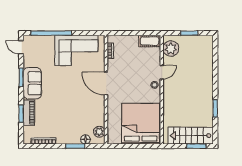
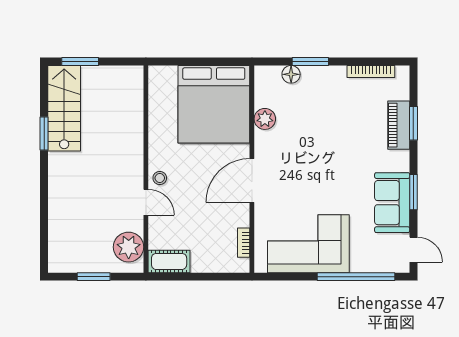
door: (162, 72) -> (146, 202), swing flipped
sofa: (32, 83) -> (392, 203), moved
door: (106, 84) -> (252, 181), swing flipped
bed: (141, 124) -> (214, 104), moved
plant: (99, 132) -> (265, 119), moved
stairs: (191, 136) -> (64, 108), moved, turned -90

